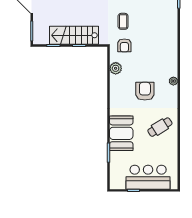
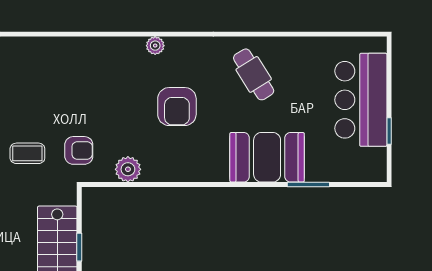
armchair: (145, 91) -> (177, 107), turned -90

